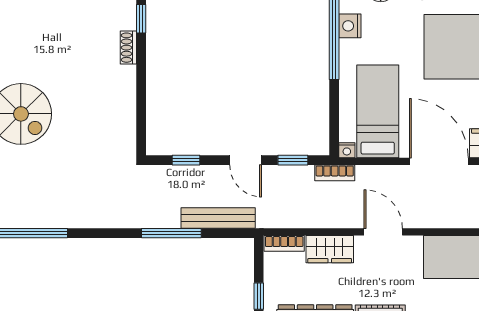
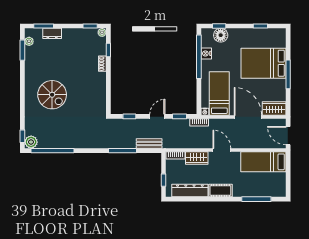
door: (246, 160) -> (157, 116), swing flipped
bench: (218, 218) -> (149, 143), width x0.73

